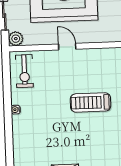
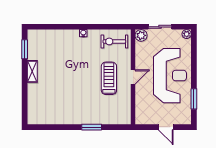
treadmill: (91, 102) -> (109, 78), moved

